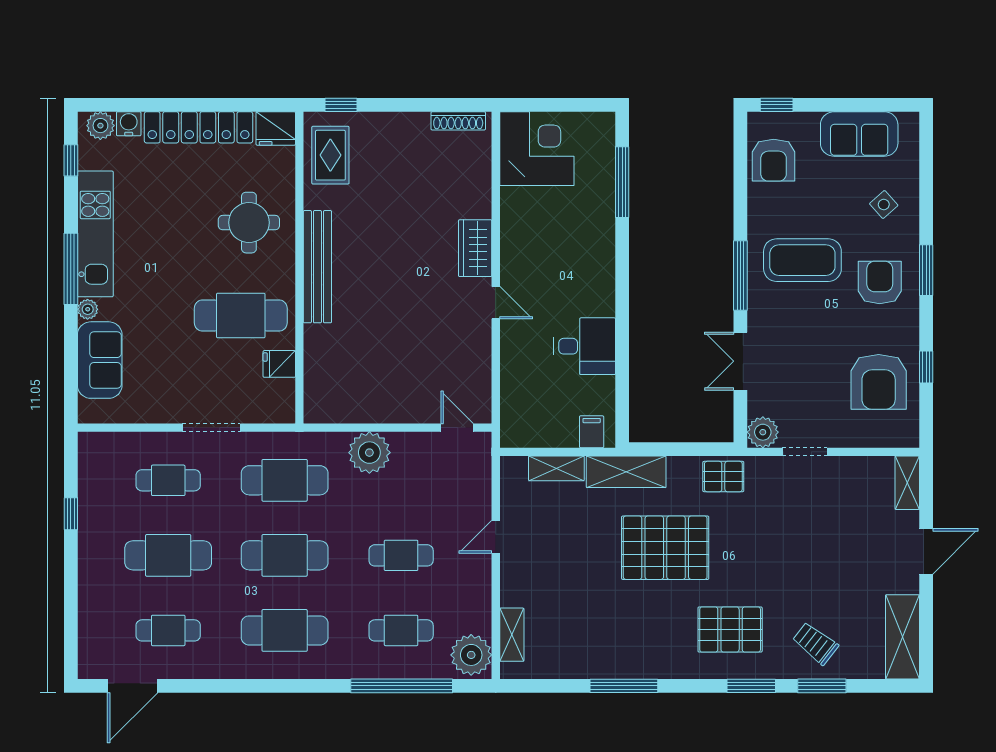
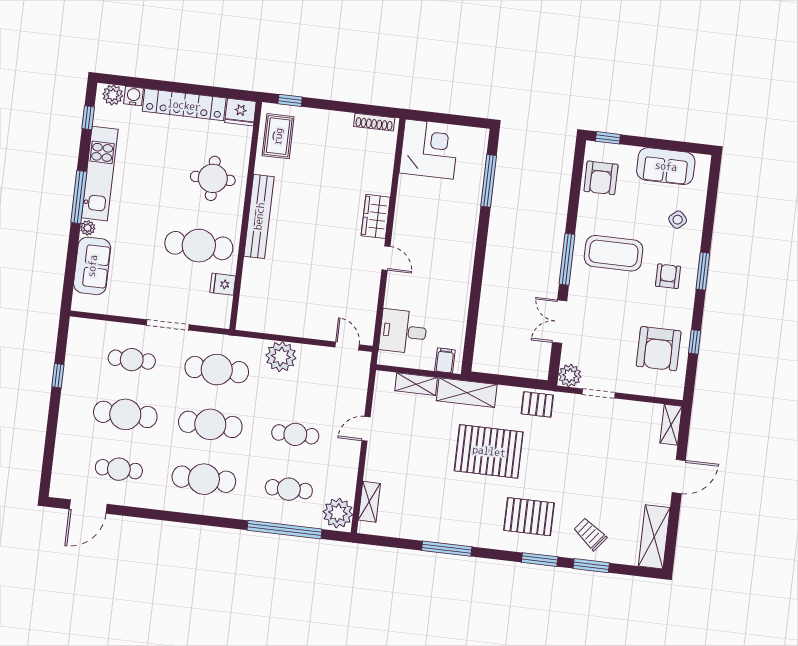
armchair: (880, 282) -> (668, 276), width x0.72, depth x0.72
desk: (585, 346) -> (403, 331), moved, turned 180

